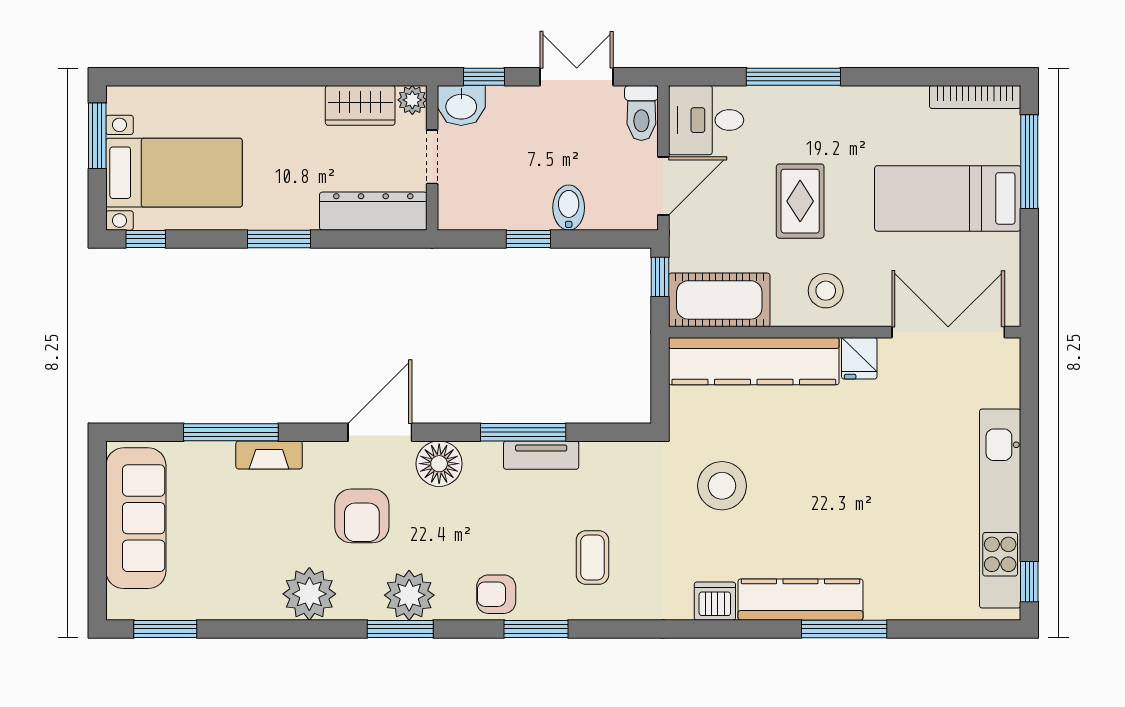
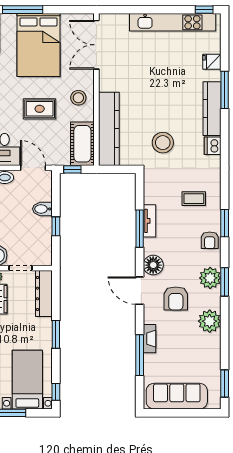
bed: (948, 198) -> (38, 45), width x1.50
fridge: (859, 358) -> (212, 62), moved, turned 180
armchair: (362, 516) -> (176, 298), turned 90

